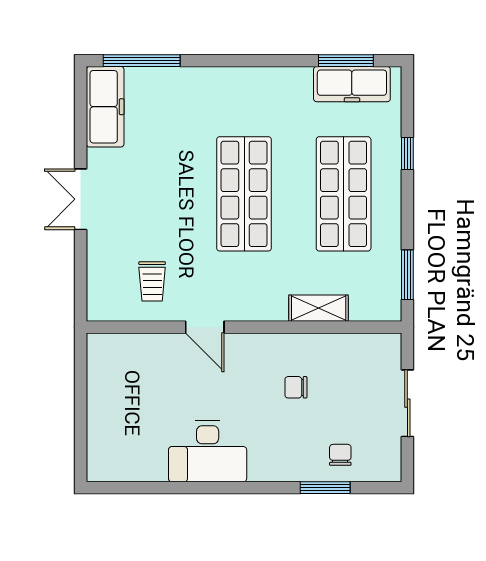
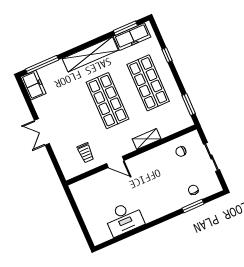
shelving: (250, 83) -> (90, 54), added
freezer: (105, 107) -> (33, 85), width x0.71
shelving: (319, 308) -> (147, 139), moved
chair: (296, 387) -> (181, 151), moved
desk: (208, 451) -> (124, 219), moved

